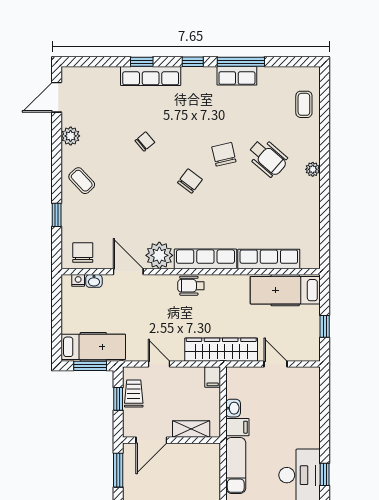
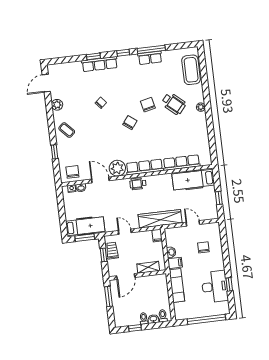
coffee table: (304, 104) -> (191, 70), width x1.86, depth x1.72
chair: (288, 407) -> (203, 247), added

